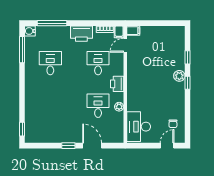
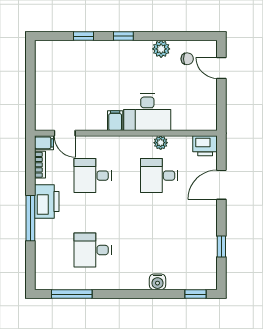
window: (52, 23) -> (30, 218), moved
water cooler: (30, 31) -> (158, 282), moved
filing cabinet: (133, 31) -> (115, 121), moved
plant: (179, 76) -> (161, 49), moved
printer: (117, 84) -> (205, 146), moved
desk: (139, 127) -> (147, 112), moved
window: (68, 146) -> (221, 247), moved

